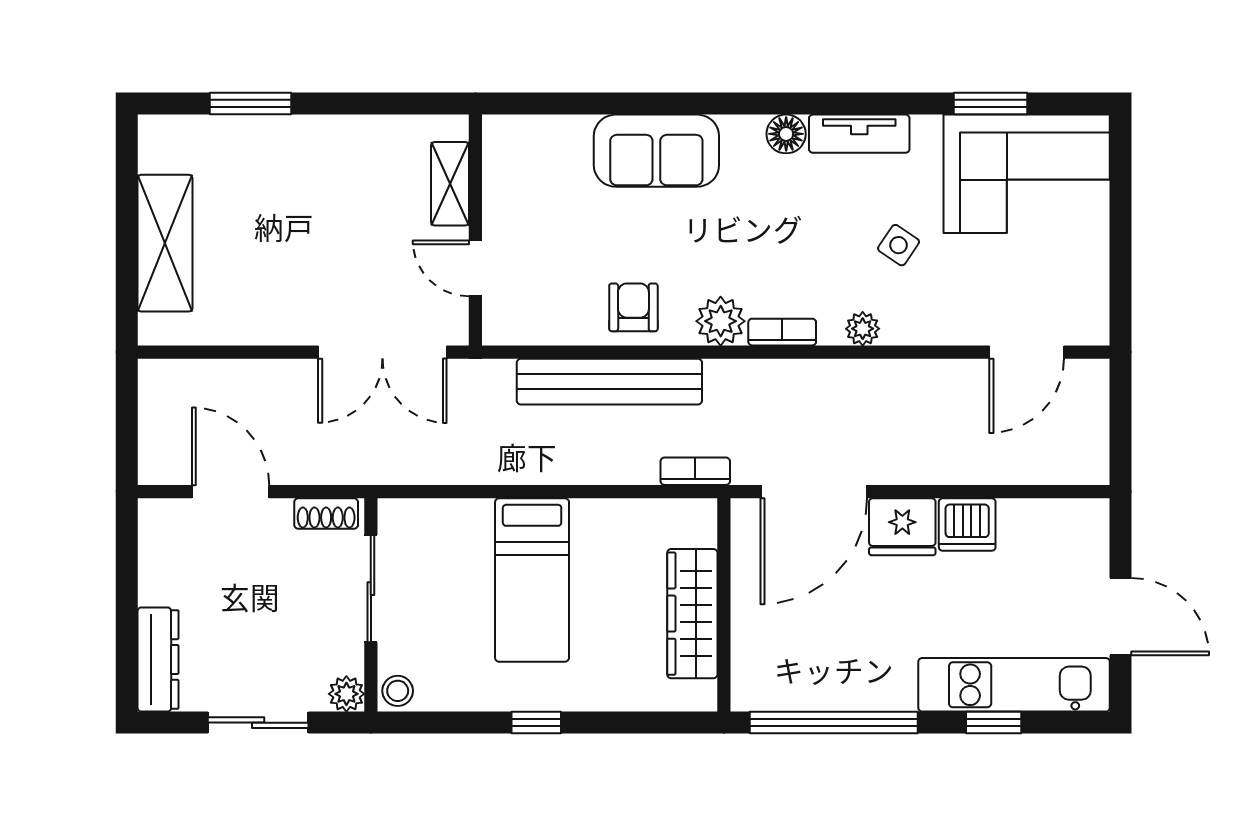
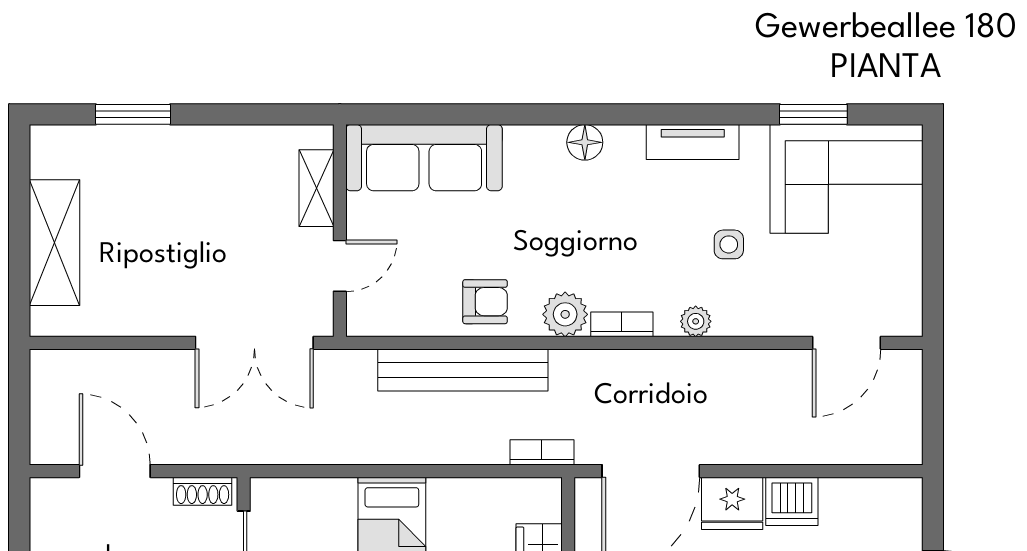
floor lamp: (786, 134) -> (585, 142), moved
sofa: (656, 151) -> (424, 158), moved, width x1.36
side table: (899, 245) -> (729, 244), turned -34
door: (475, 268) -> (340, 266), swing flipped
armchair: (633, 307) -> (485, 302), turned 90

